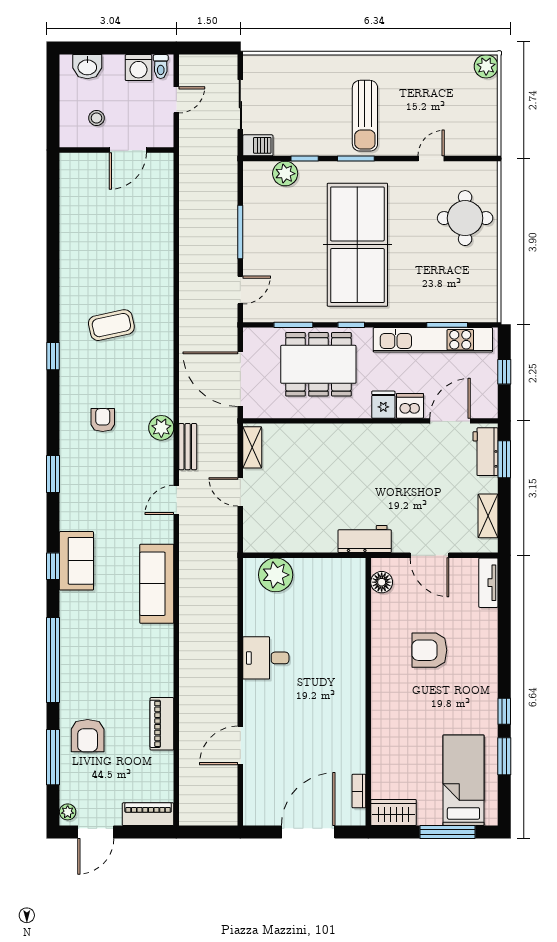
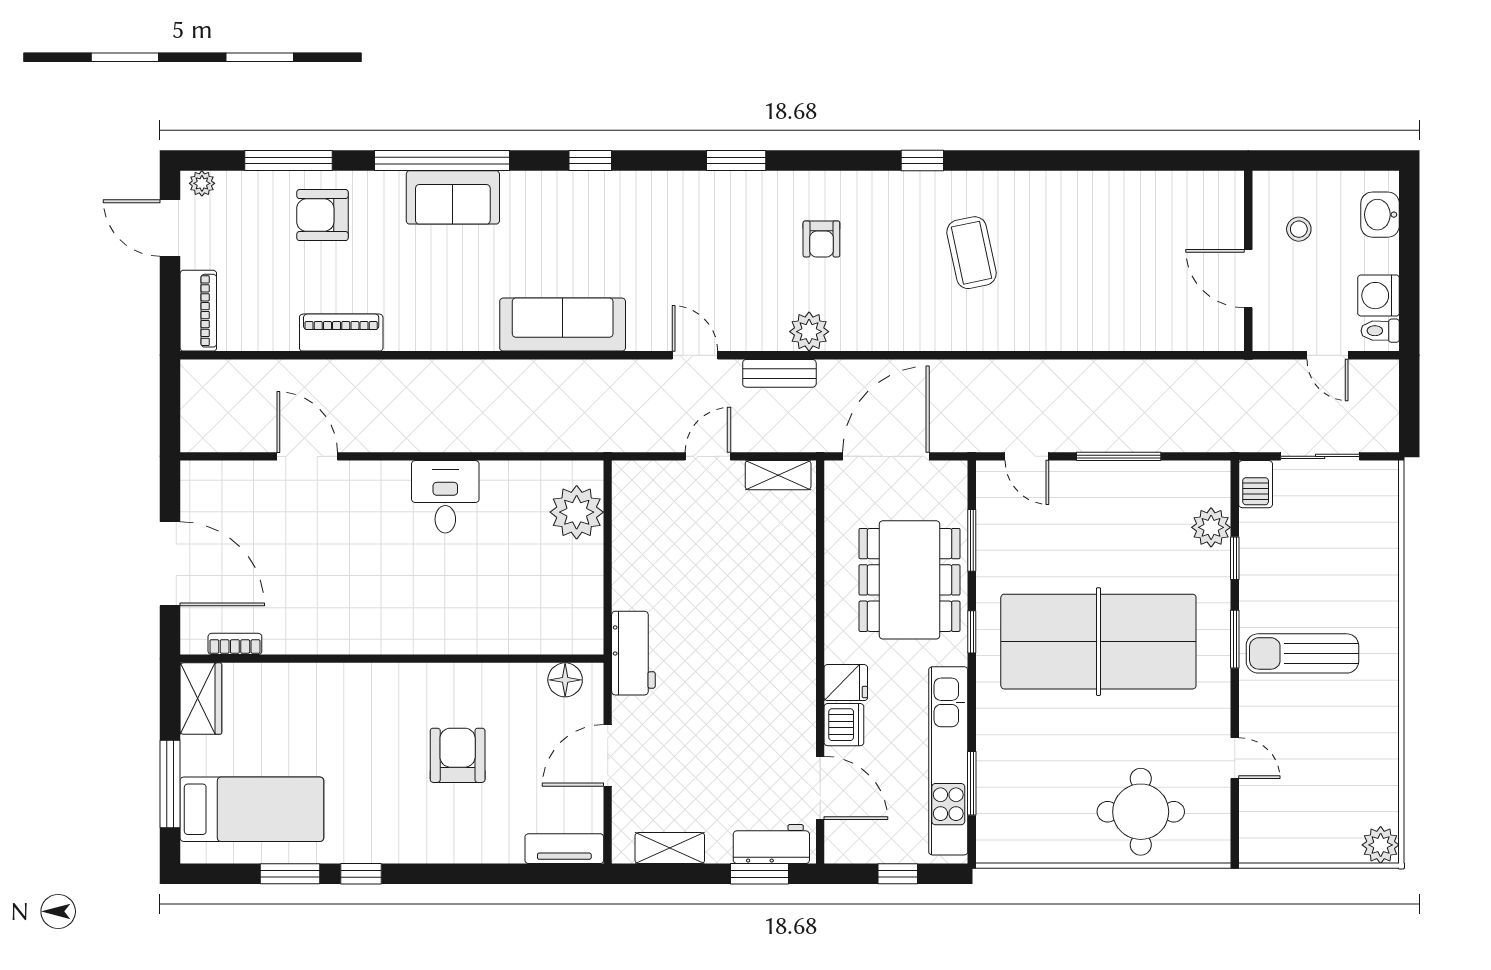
armchair: (103, 420) -> (821, 239), turned 90
sofa: (76, 561) -> (453, 197), moved

